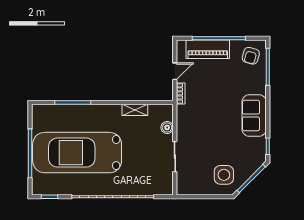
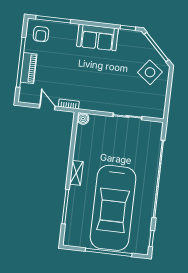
piano: (208, 49) -> (29, 68), width x0.73, depth x0.75
armchair: (251, 56) -> (41, 34), turned 75
shelving: (135, 110) -> (76, 173), moved
boiler: (167, 128) -> (83, 119), moved
side table: (224, 175) -> (150, 72), turned 37

